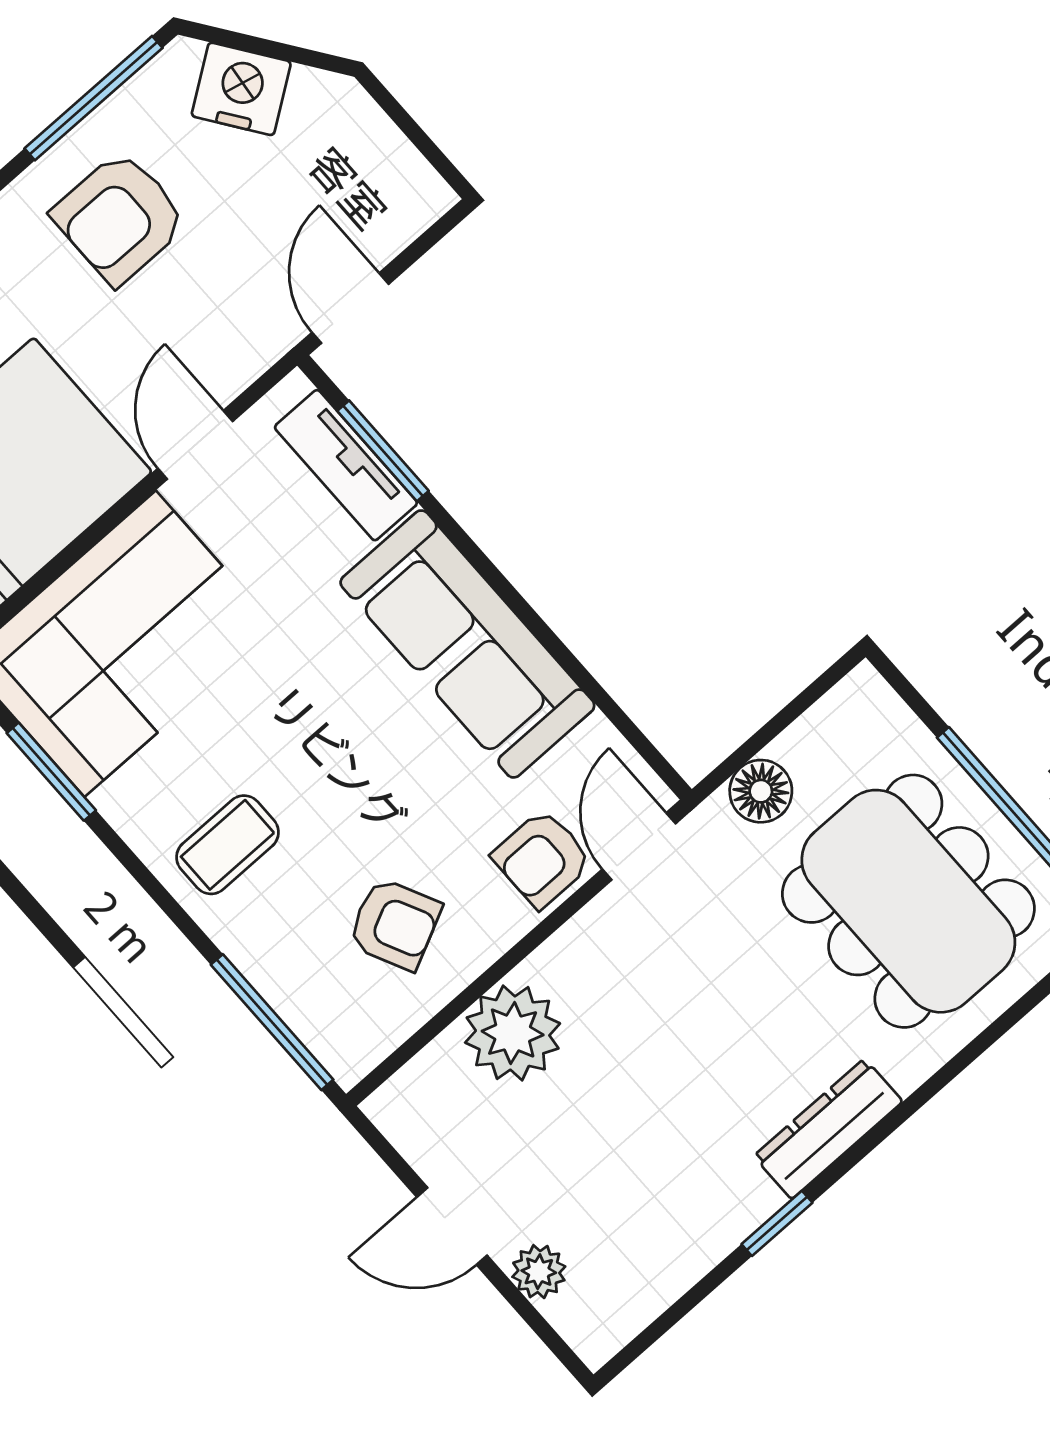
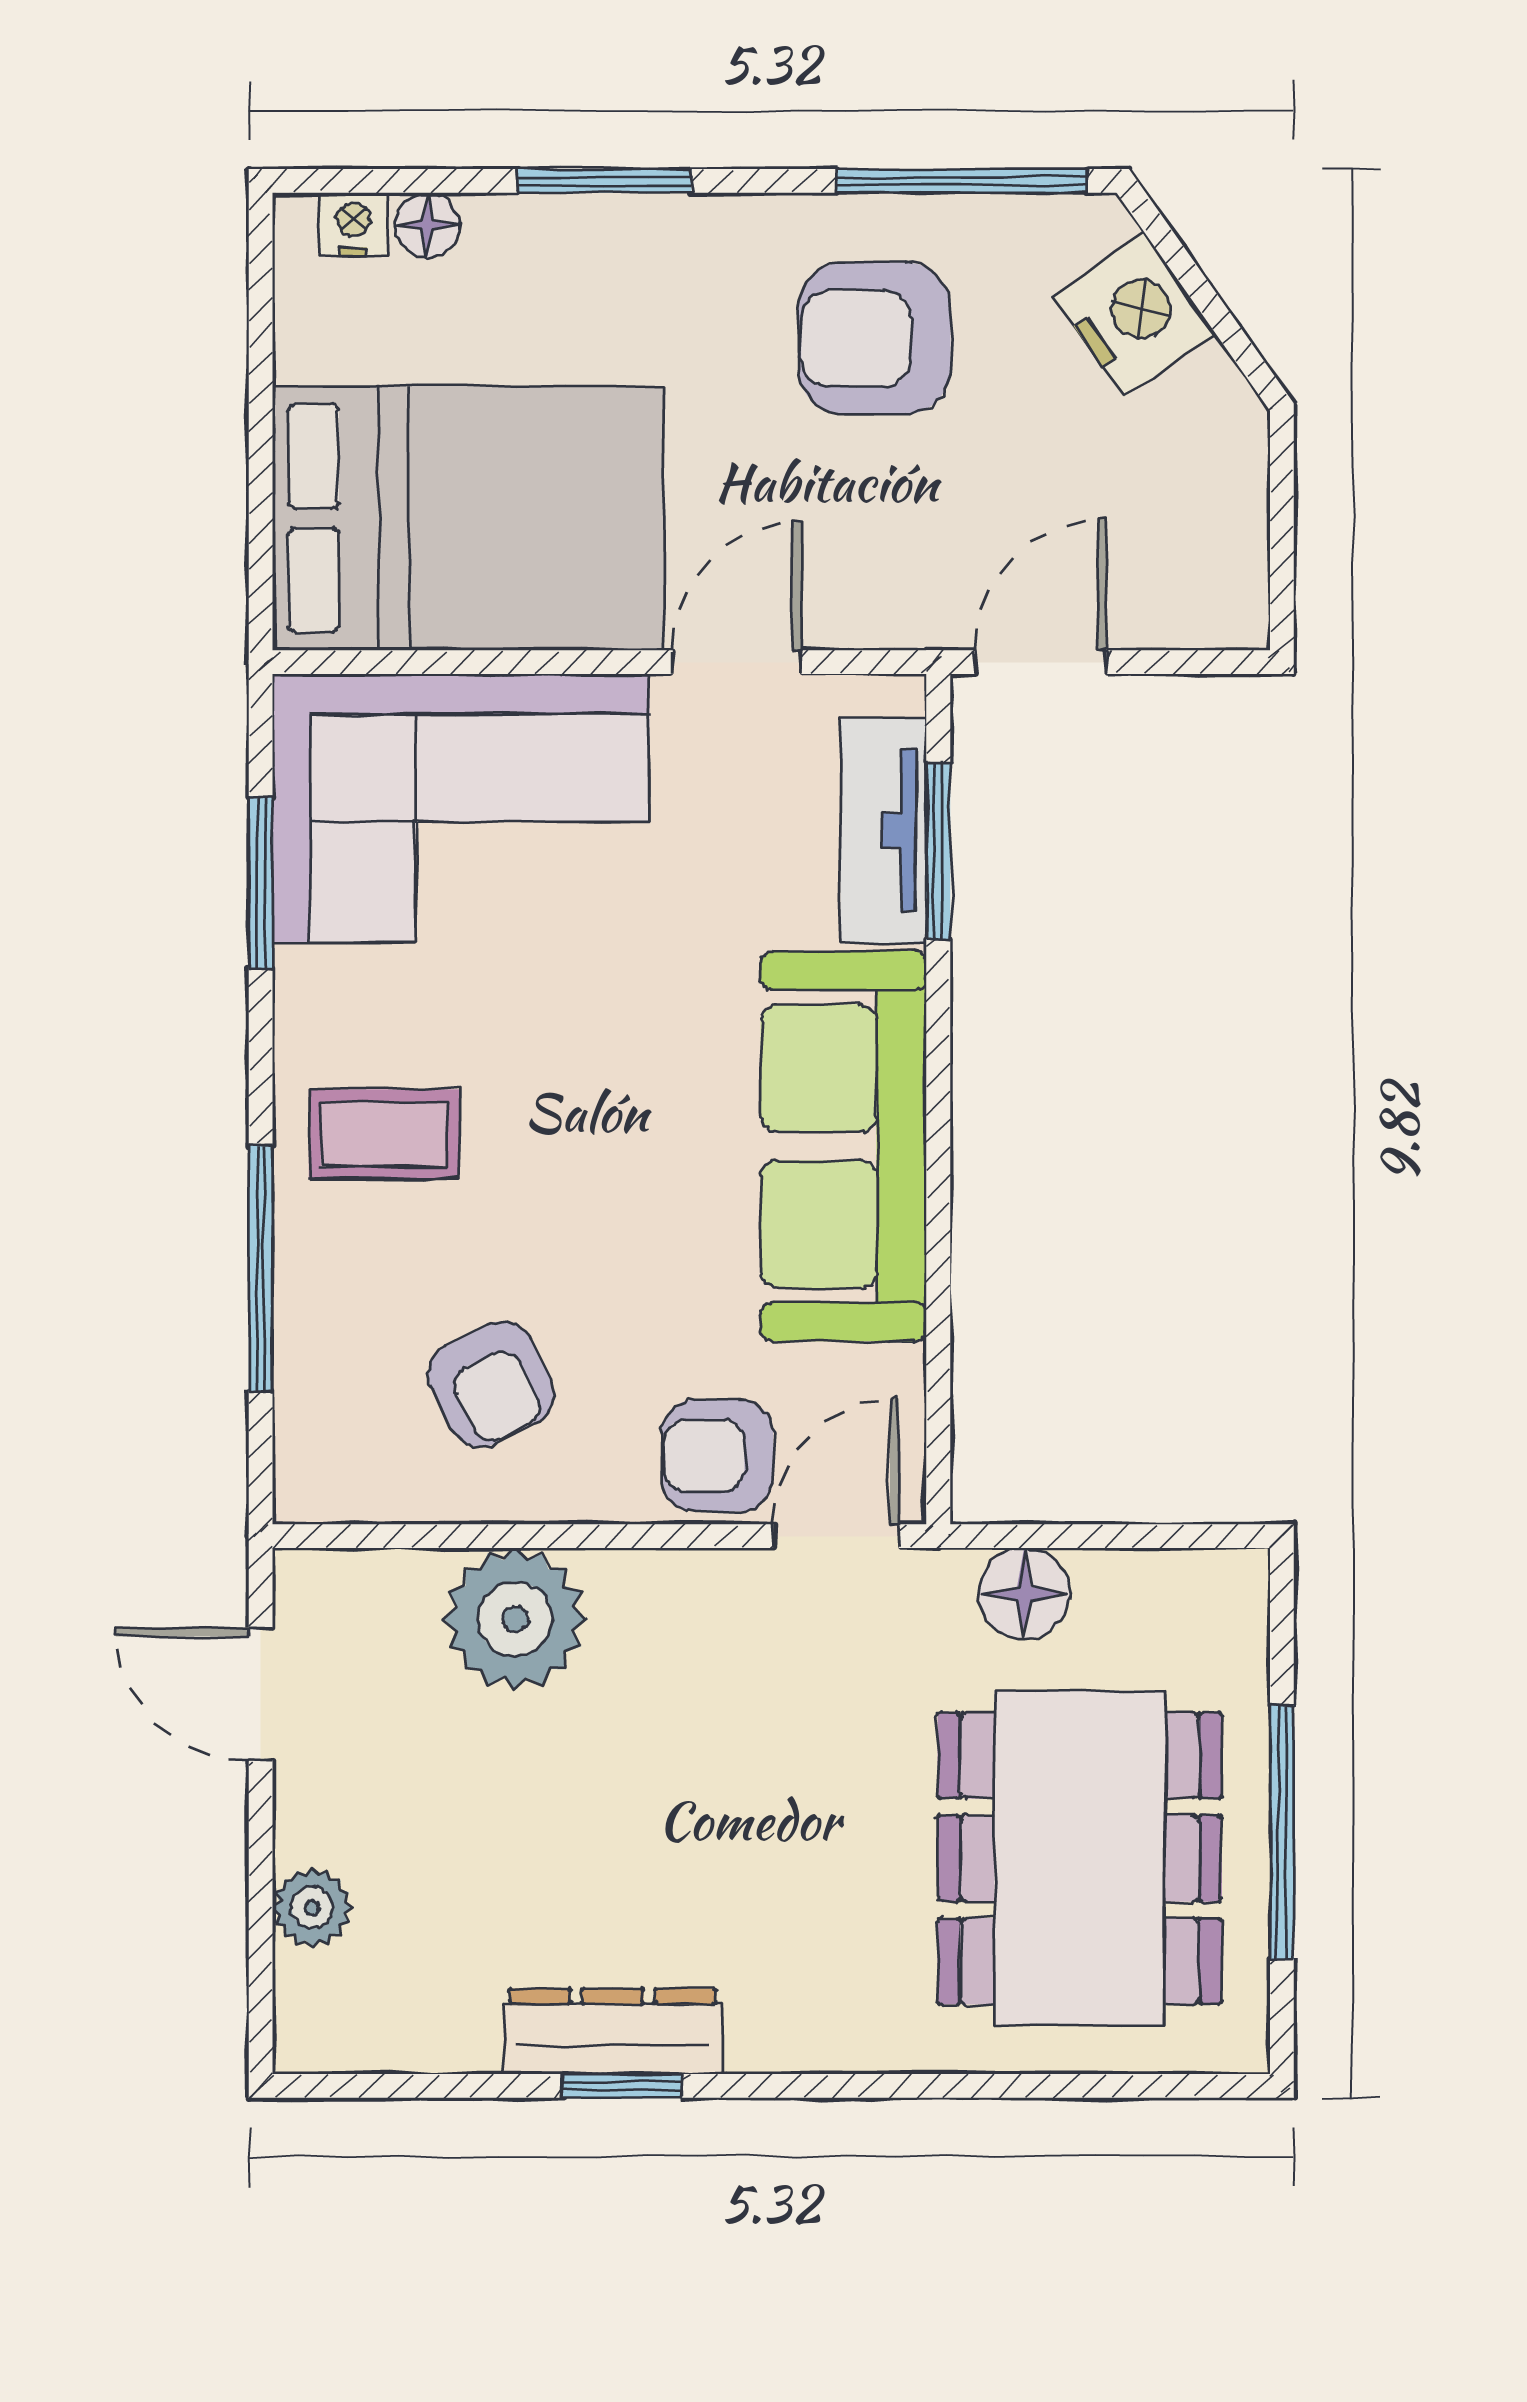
window: (272, 1022) -> (261, 1268), moved
dresser: (828, 1129) -> (613, 2031), moved
door: (452, 1226) -> (261, 1694), moved

